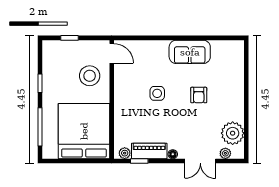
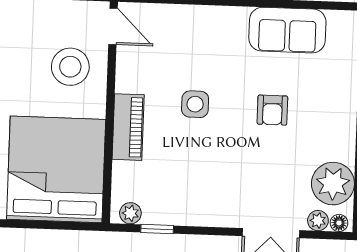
sofa: (190, 52) -> (287, 30), moved
piano: (149, 151) -> (128, 127), moved, turned 90
floor lamp: (173, 154) -> (339, 223), moved

